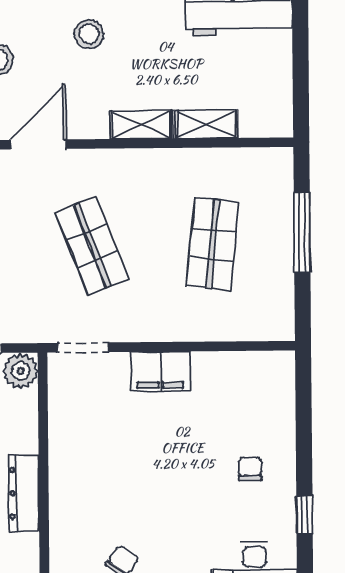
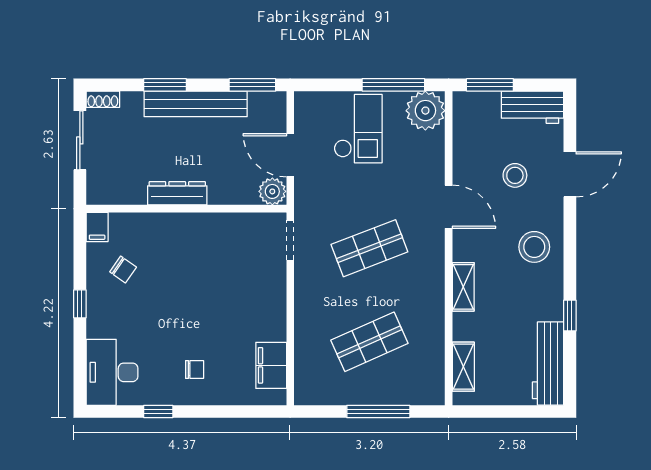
stool: (89, 34) -> (534, 247), width x1.38, depth x1.38
shelving: (206, 124) -> (463, 367), moved
shop shelf: (213, 245) -> (369, 342), turned -30
filing cabinet: (160, 371) -> (271, 365), moved

